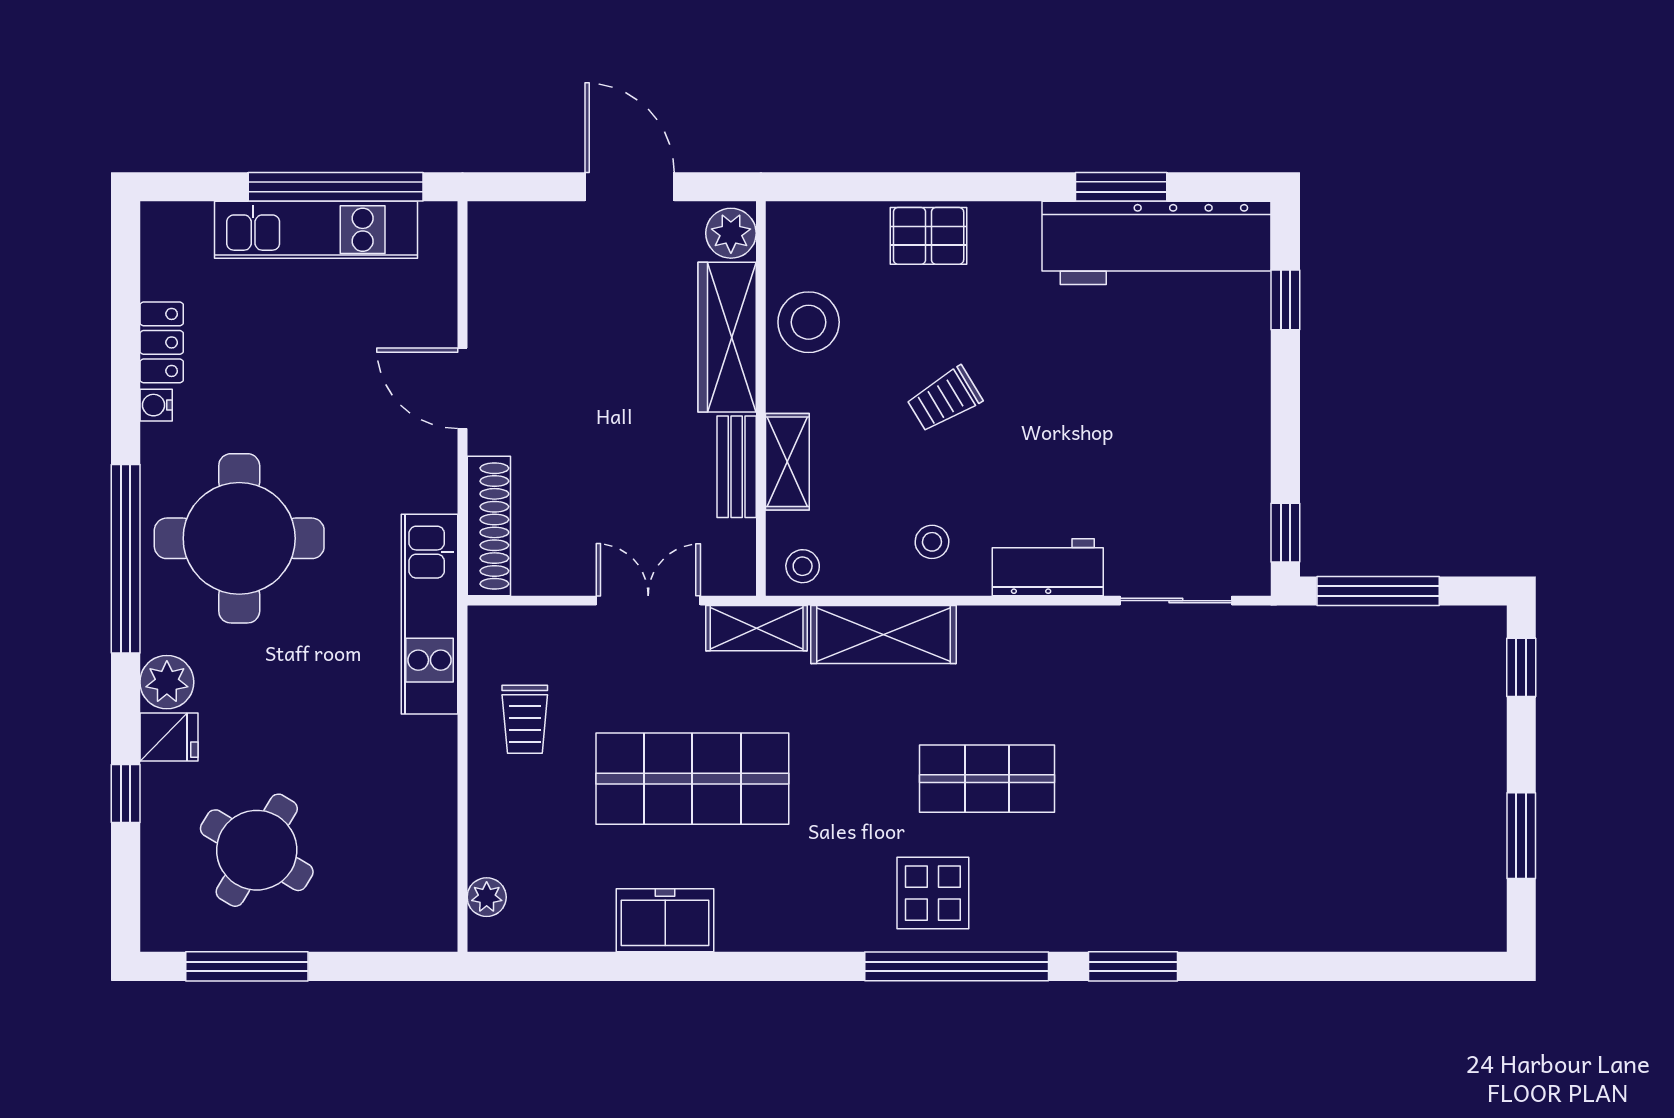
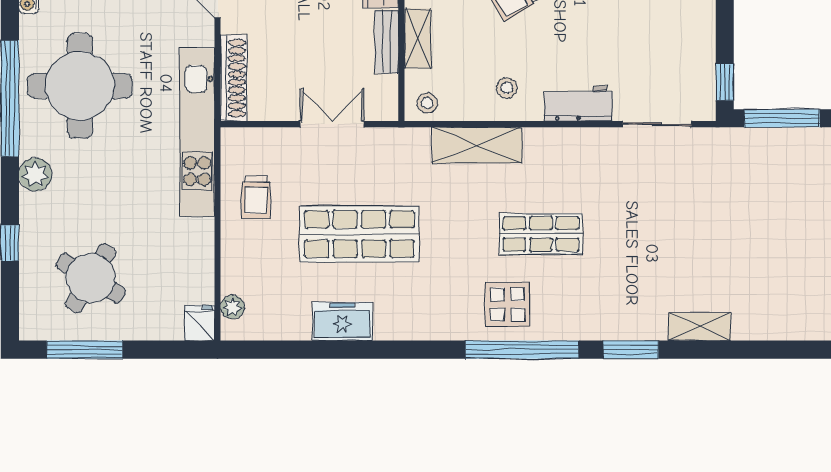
kitchen unit: (429, 614) -> (197, 133), width x1.36
shelving: (757, 628) -> (700, 327), moved
fridge: (169, 737) -> (200, 323), moved, turned -90

